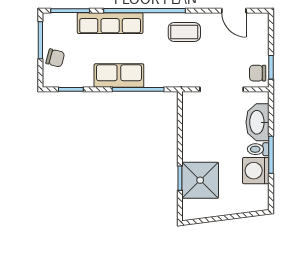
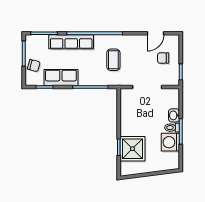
door: (234, 11) -> (155, 33), hinge flipped
coffee table: (184, 32) -> (113, 60), moved, turned 90
chair: (258, 73) -> (163, 58), moved
row of seats: (119, 76) -> (61, 77), moved
washbasin: (258, 122) -> (174, 115), width x0.52, depth x0.69

